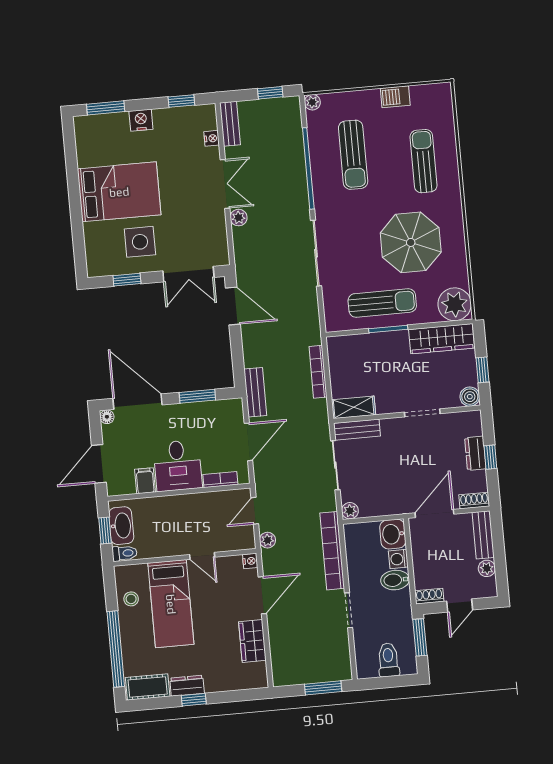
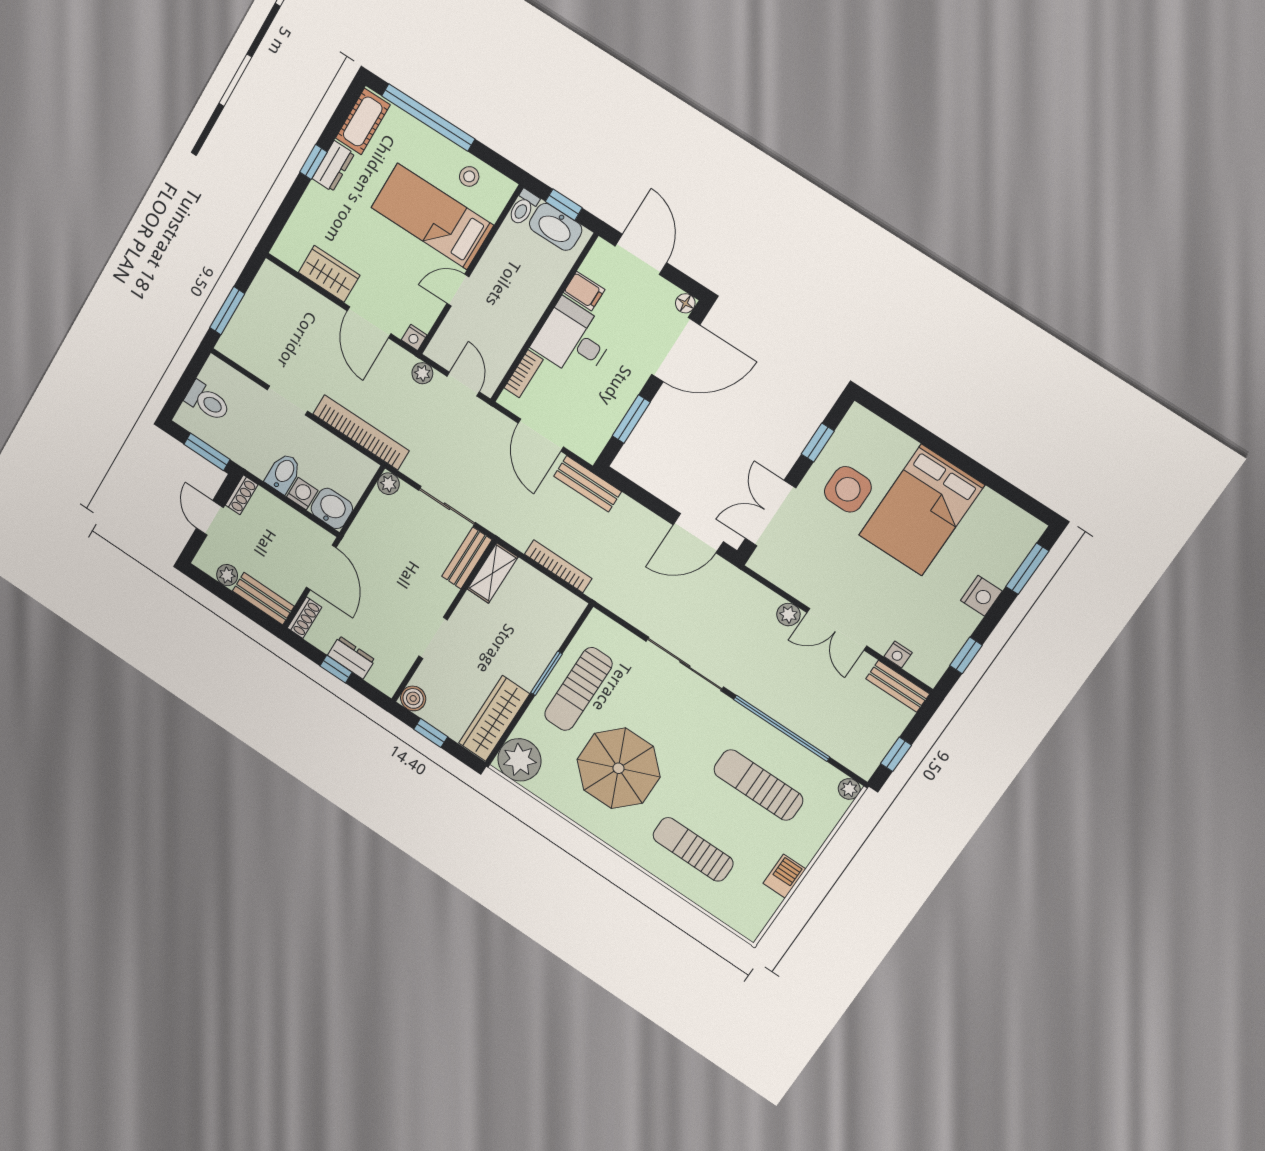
sun lounger: (424, 161) -> (693, 849), turned 180

